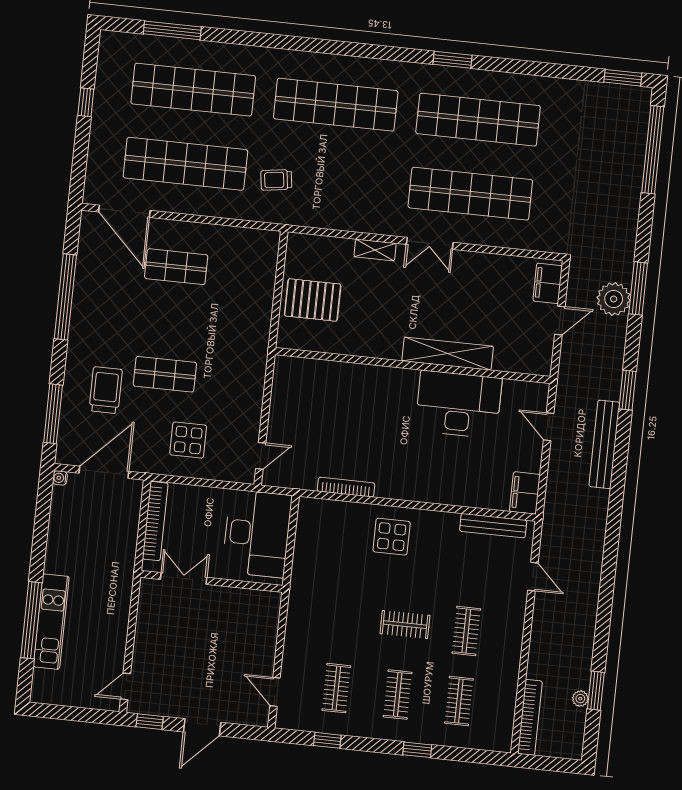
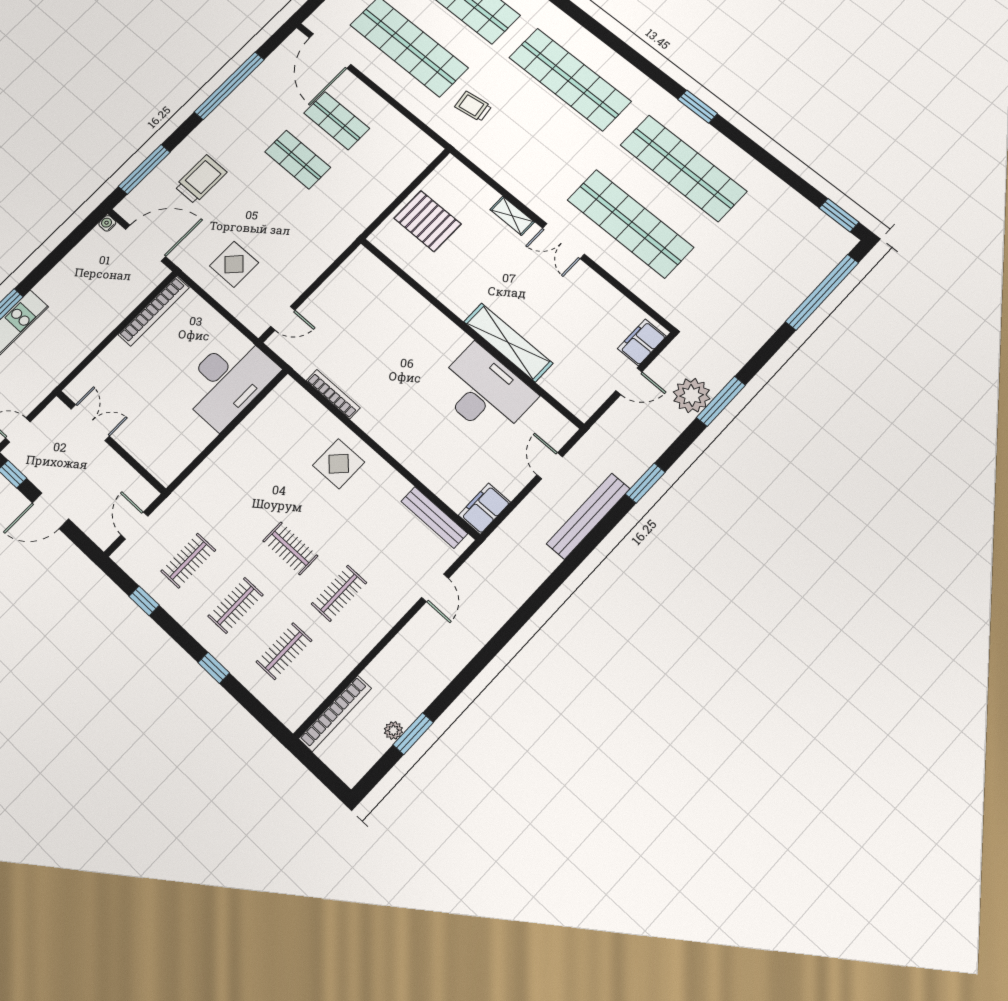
shop shelf: (165, 374) -> (298, 160), moved
double door: (184, 578) -> (90, 423), moved
wall: (212, 581) -> (111, 442), moved

